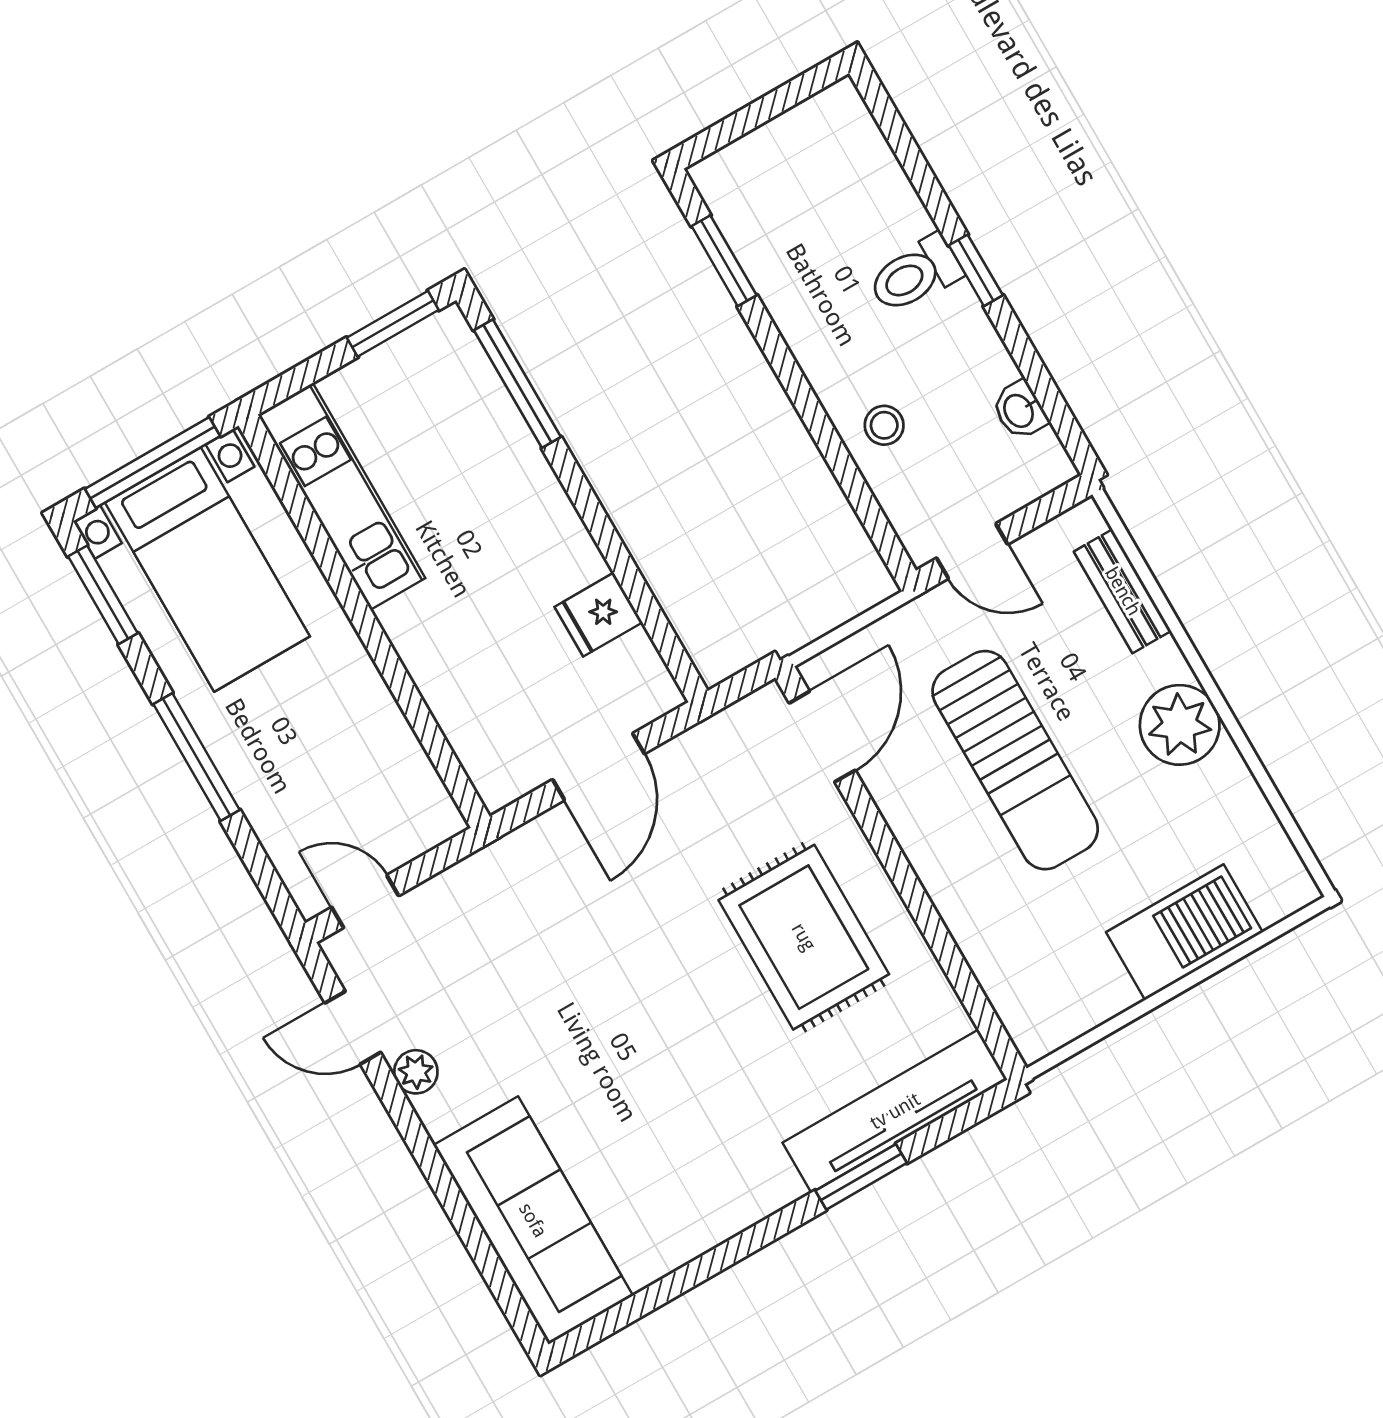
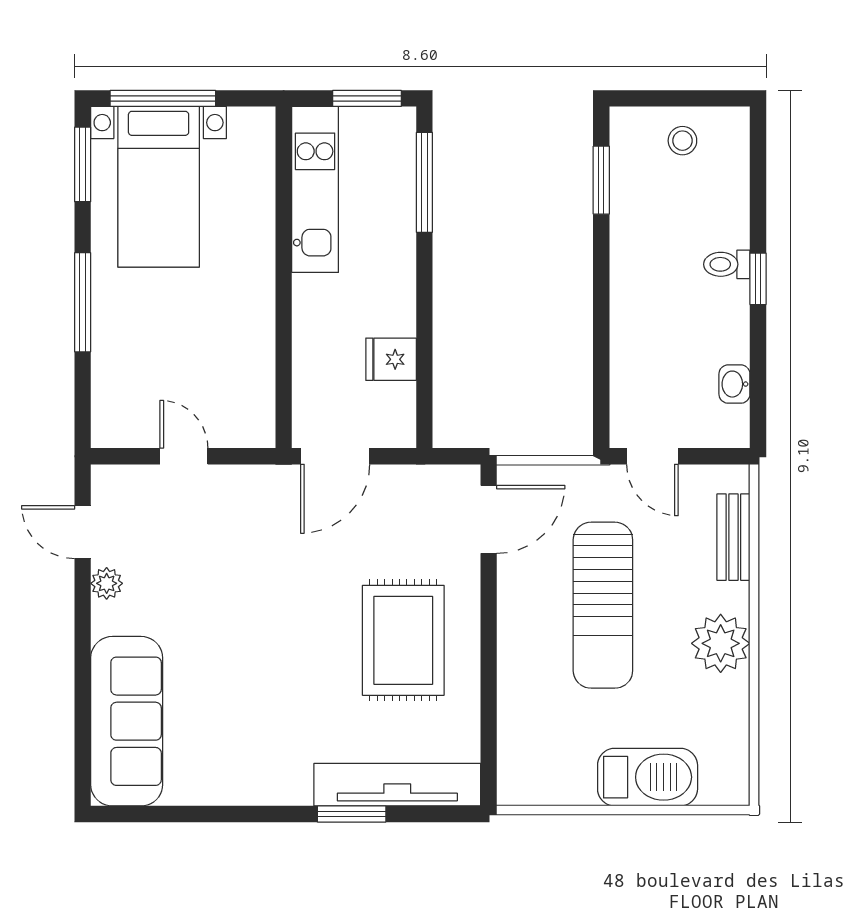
toilet: (915, 274) -> (727, 264), width x0.73, depth x0.72
stool: (884, 425) -> (682, 141), moved
kitchen unit: (341, 496) -> (315, 189), moved
wall: (364, 621) -> (284, 277), moved
door: (365, 901) -> (184, 456), moved

